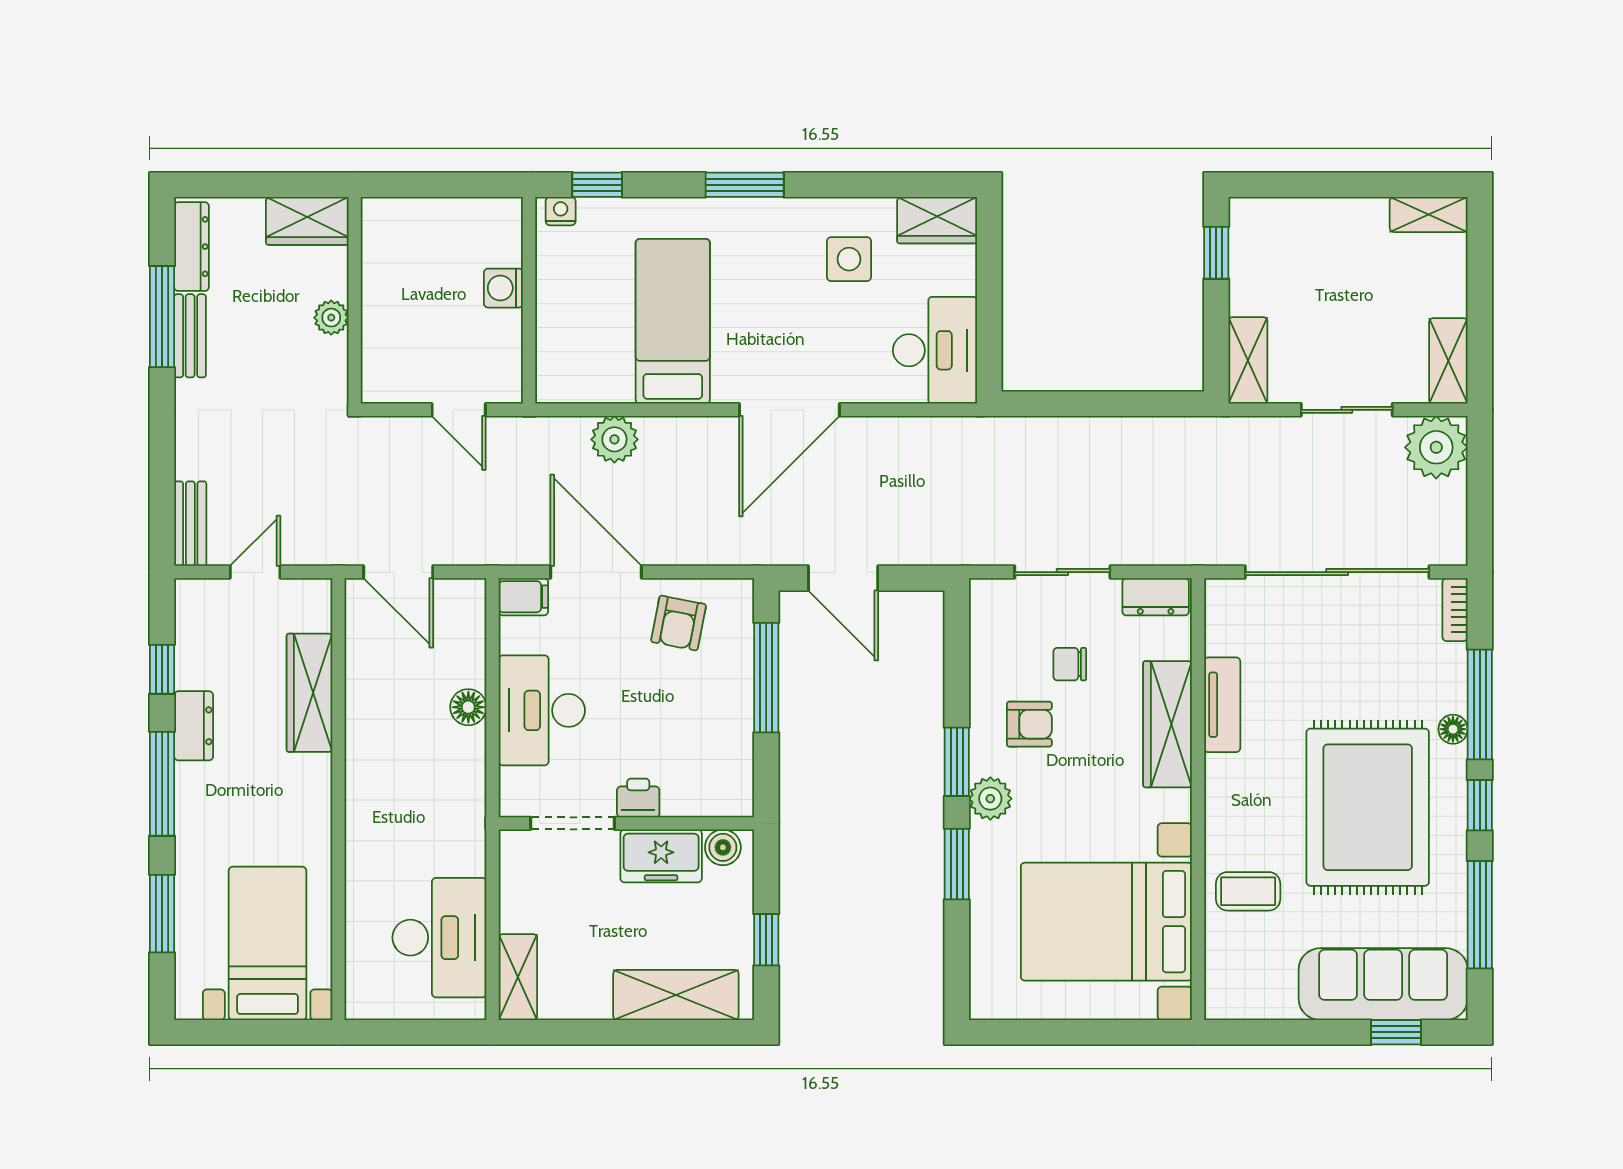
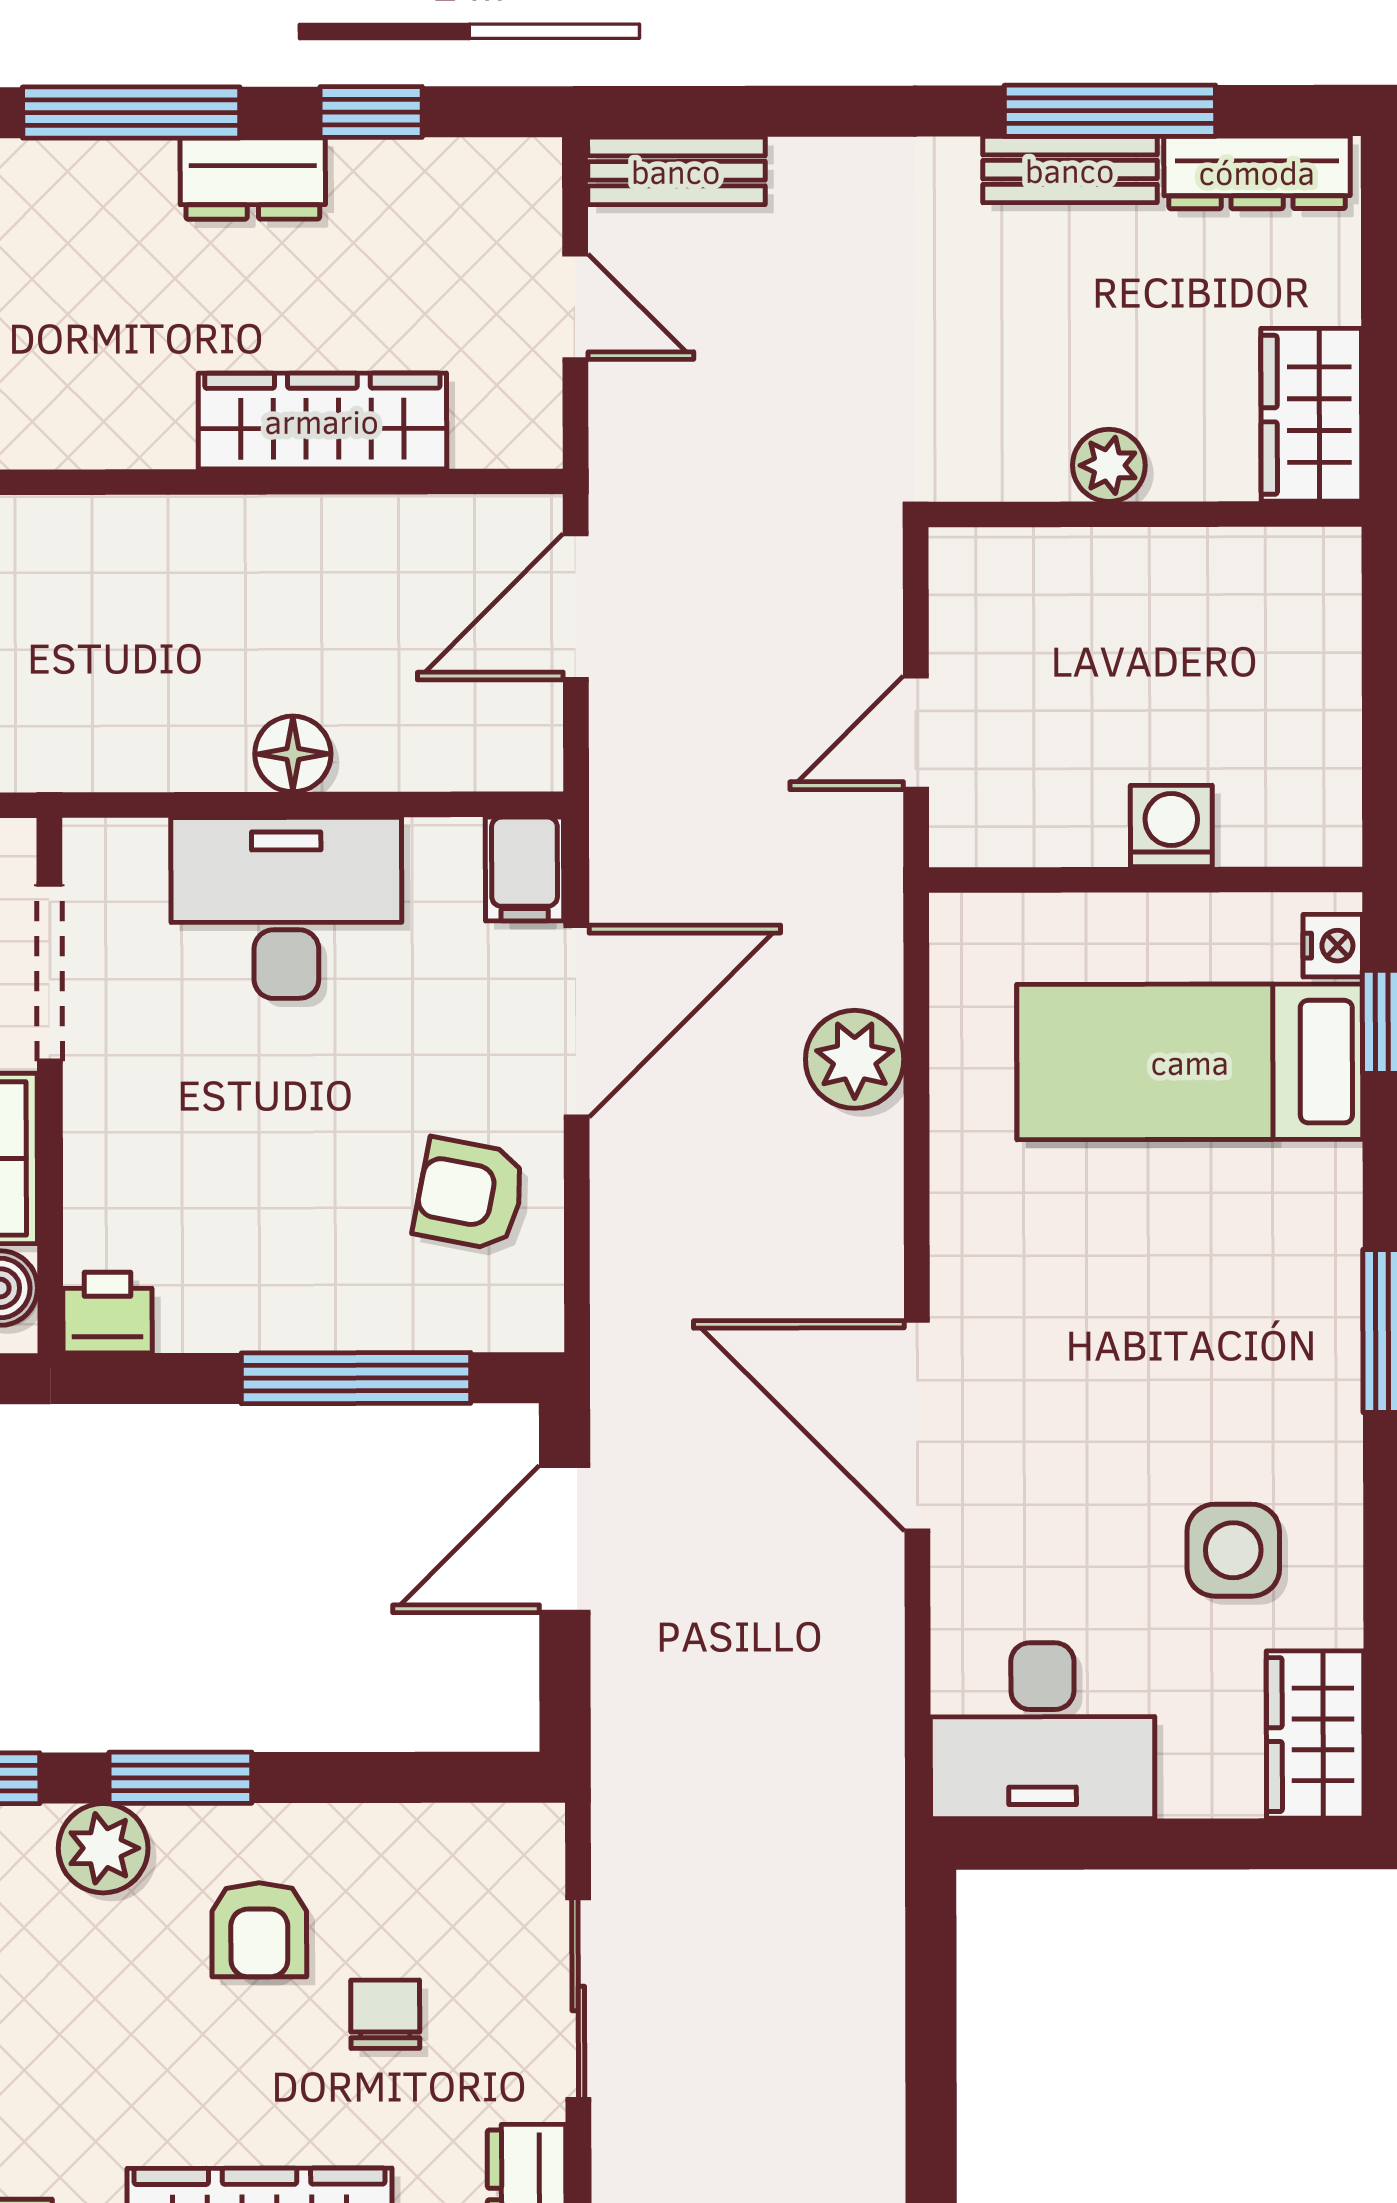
bed: (673, 321) -> (1190, 1062), moved, turned 180
printer: (638, 798) -> (108, 1313), moved, turned -90

